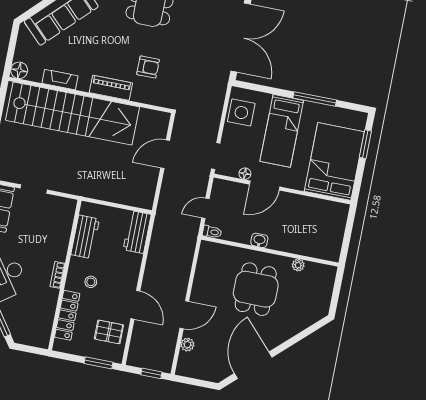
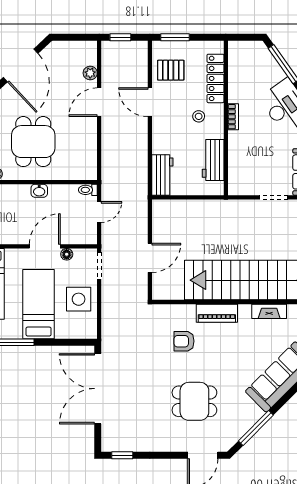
side table: (241, 113) -> (79, 299), moved

